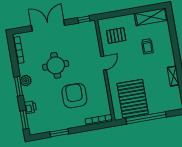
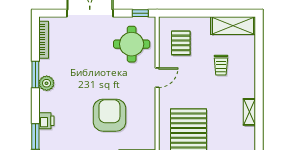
pallet: (116, 36) -> (181, 43), turned 90
round table: (56, 65) -> (132, 44), moved
window: (19, 86) -> (35, 74), moved

